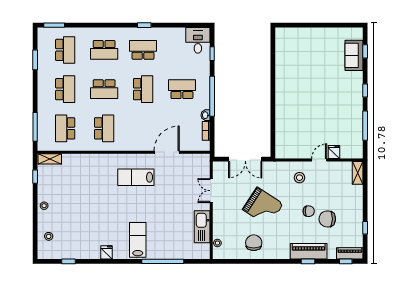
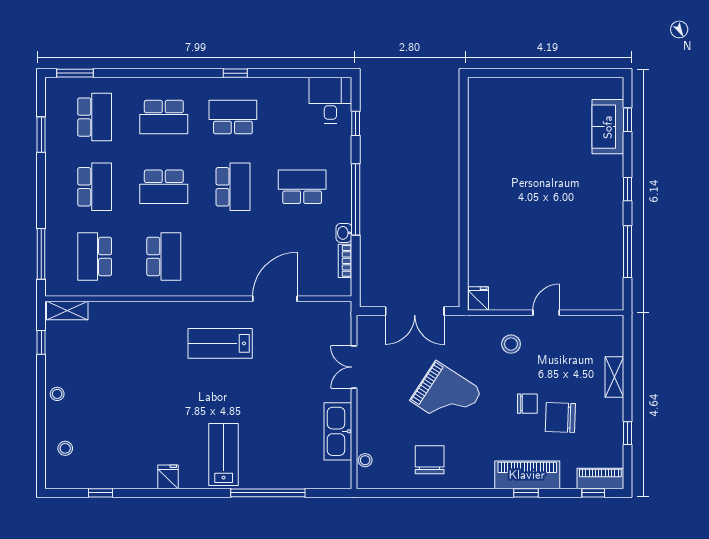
fridge: (334, 152) -> (479, 299), moved
shelving: (358, 173) -> (614, 377), moved

